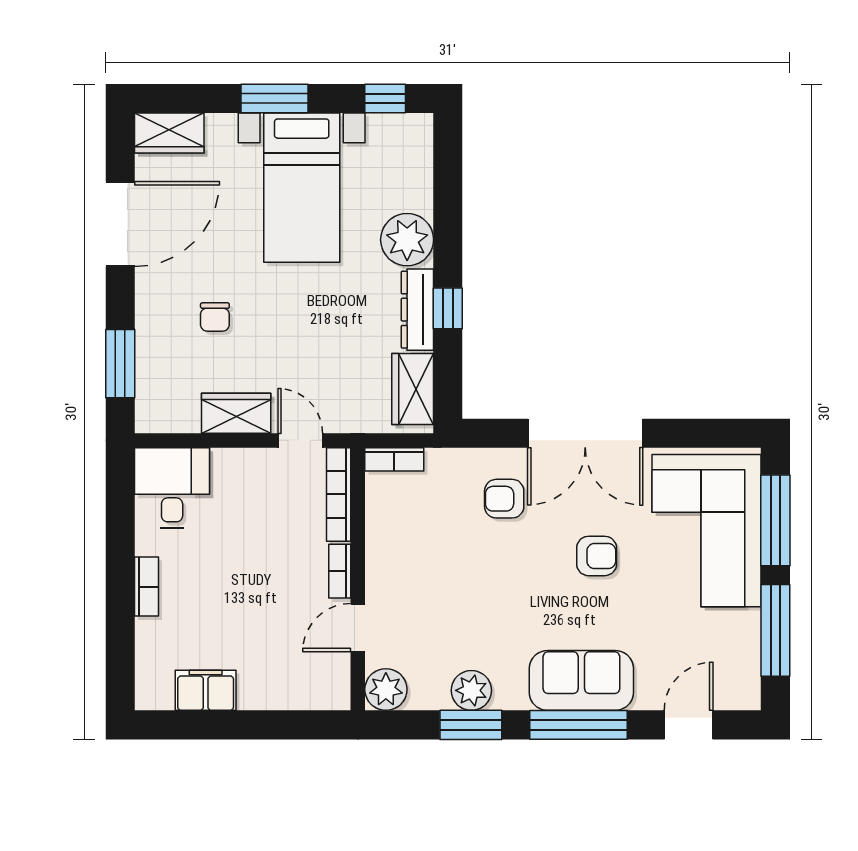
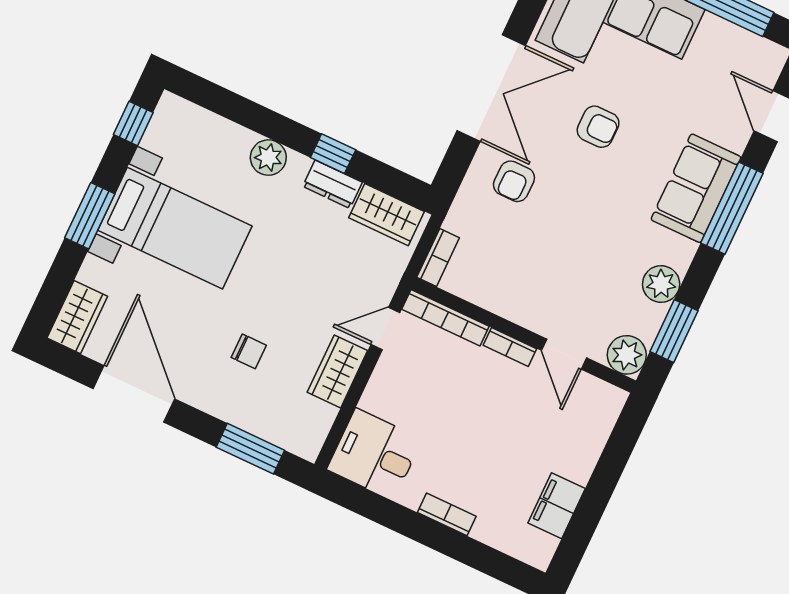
plant: (407, 240) -> (268, 158), width x0.73, depth x0.73
dresser: (417, 310) -> (332, 184), width x0.70
armchair: (597, 556) -> (598, 127), turned 90
window: (471, 725) -> (674, 331), moved

